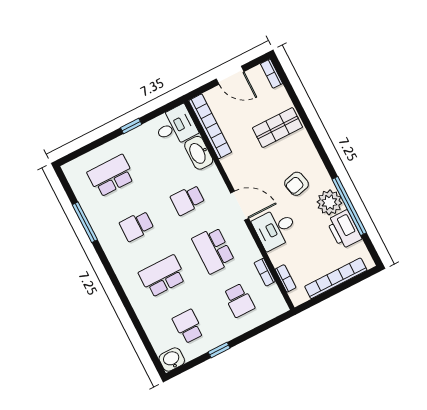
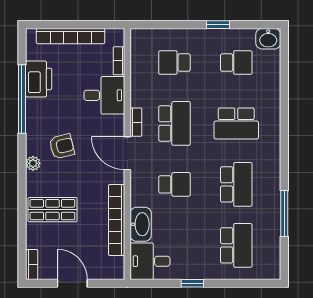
bookcase: (210, 126) -> (117, 220), moved
school desk: (111, 176) -> (236, 245), turned -90
plant: (329, 202) -> (33, 163), moved, width x0.53, depth x0.53
school desk: (137, 226) -> (236, 184), width x1.85
desk: (275, 228) -> (104, 95), moved
bookcase: (265, 272) -> (136, 122), moved
school desk: (239, 300) -> (174, 63), turned -90
school desk: (188, 326) -> (236, 63), turned -90

